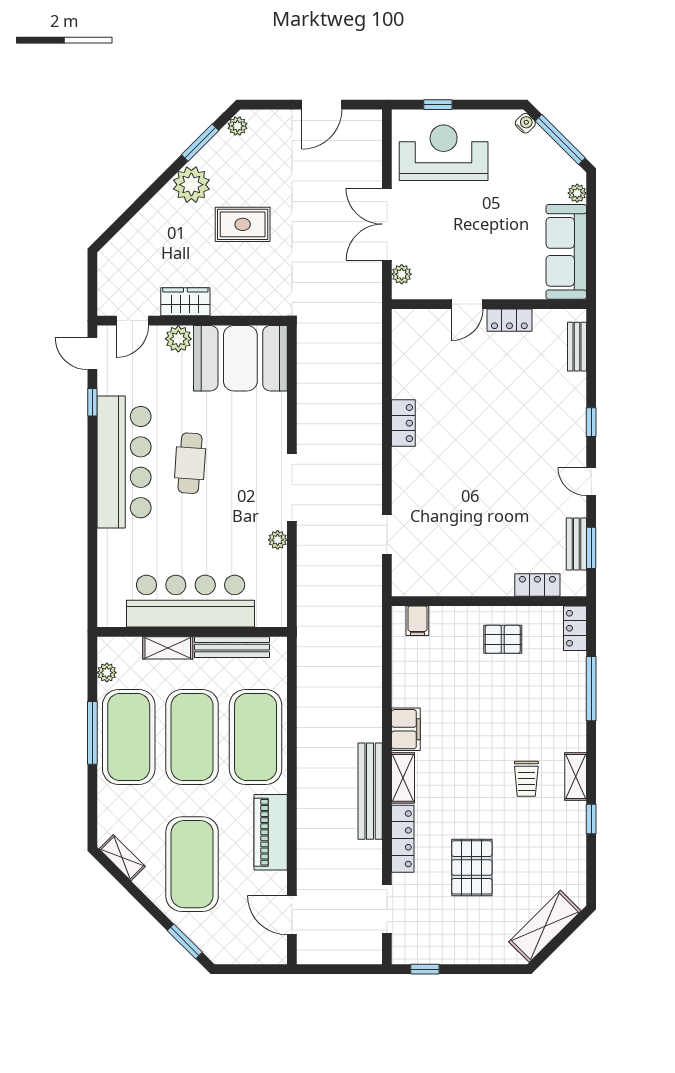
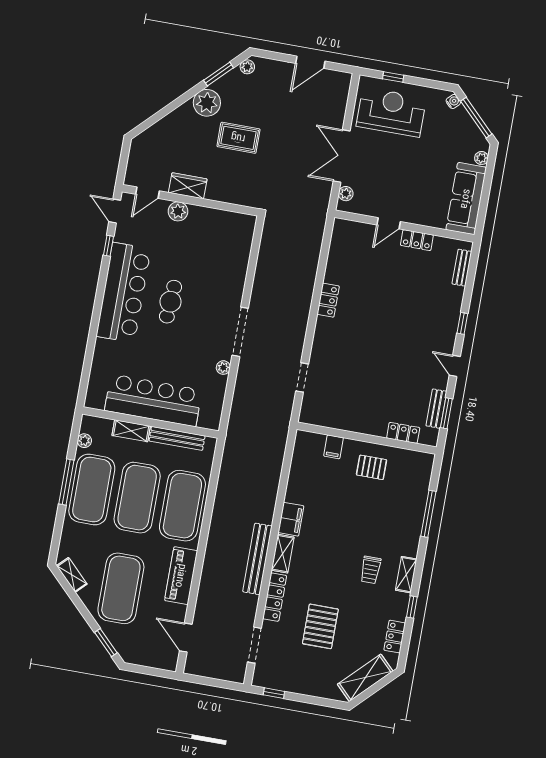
booth: (240, 358) -> (220, 233), removed
filing cabinet: (417, 621) -> (334, 447), moved
locker: (575, 628) -> (395, 637), moved

